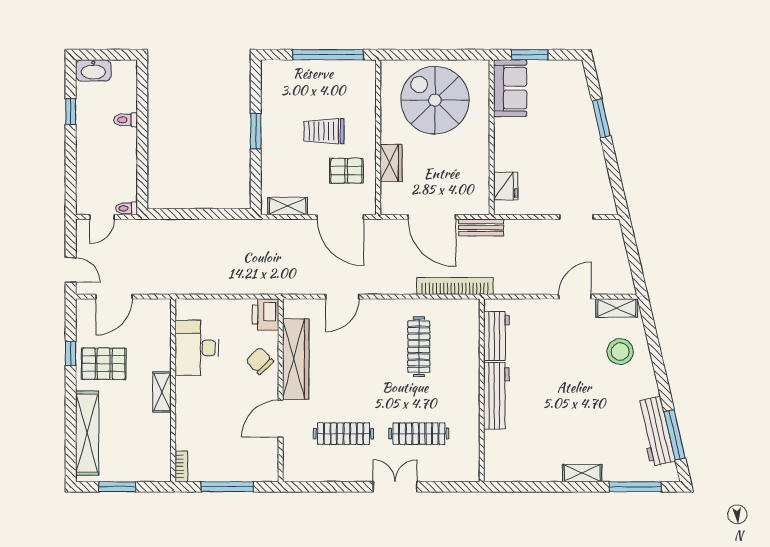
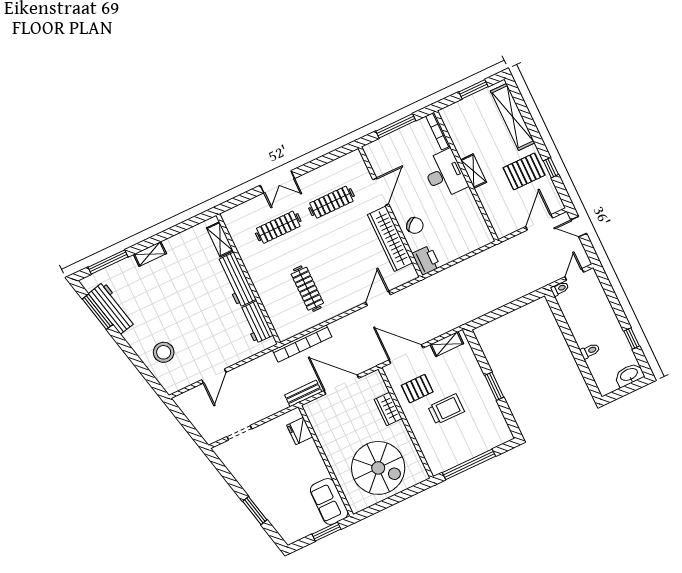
shelving: (617, 308) -> (220, 239), moved, turned 90
desk: (197, 348) -> (445, 174), moved
bookcase: (181, 466) -> (438, 131), width x1.56

